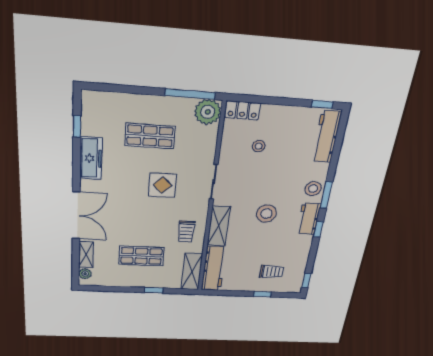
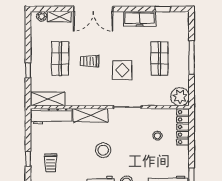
window: (190, 94) -> (192, 58), moved
locker: (243, 110) -> (183, 127), width x1.53
trolley: (186, 231) -> (90, 61), moved

